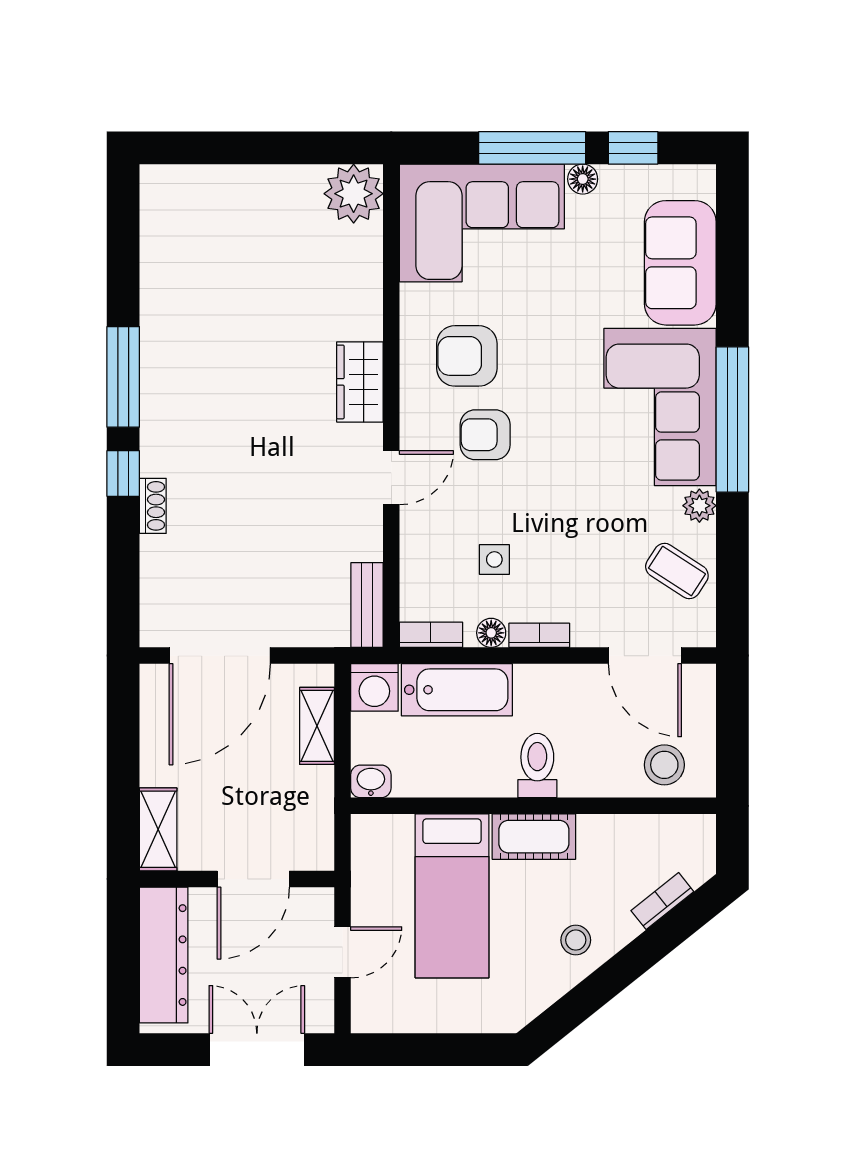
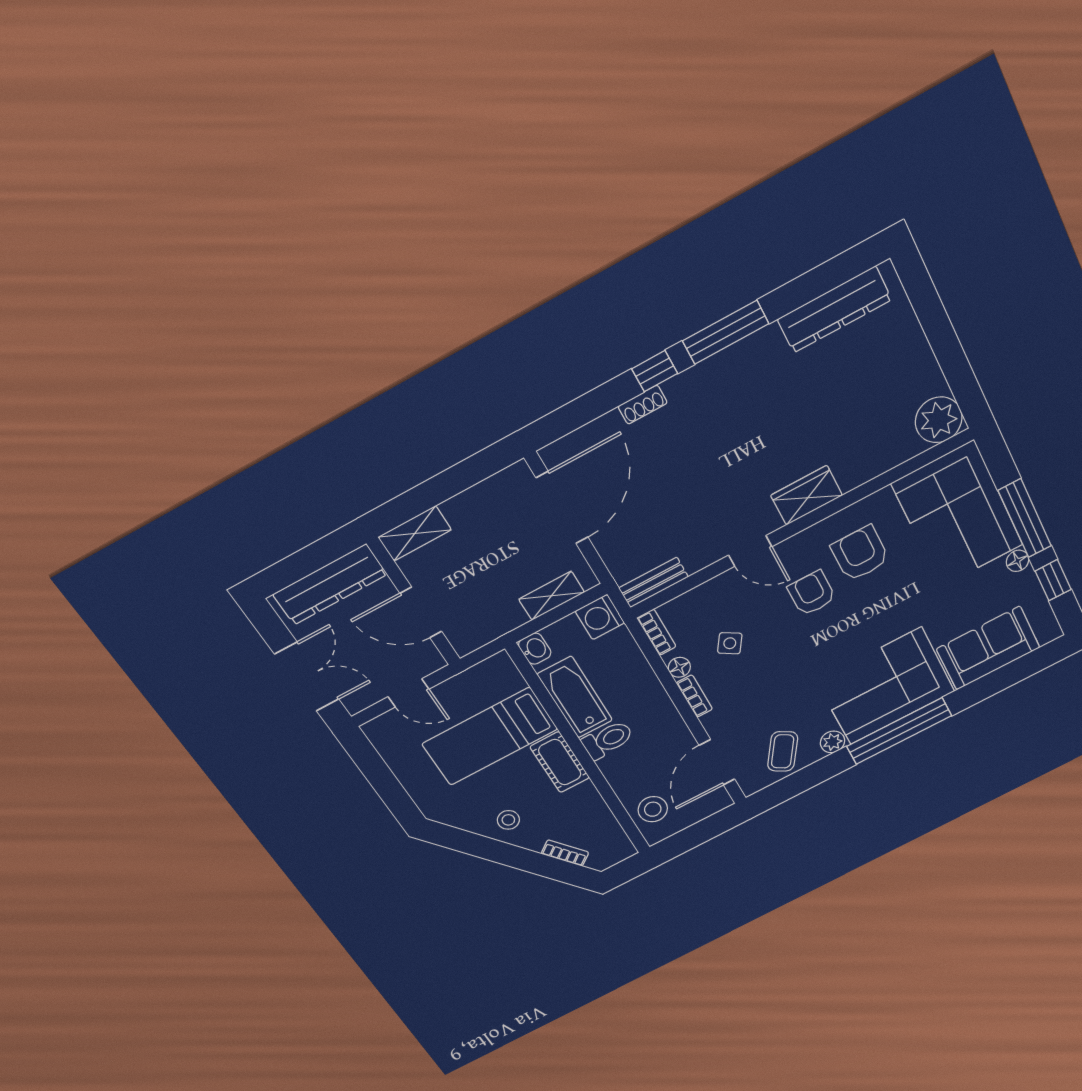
dresser: (163, 250) -> (834, 310), added
side table: (494, 559) -> (730, 643), turned 33
door: (220, 656) -> (562, 508), swing flipped
bathtub: (457, 690) -> (575, 697), moved, turned 180

